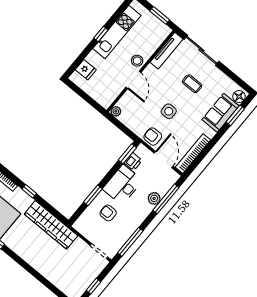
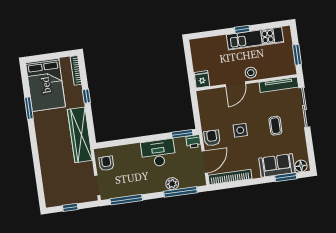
fridge: (86, 70) -> (202, 79), moved, turned 180
plant: (116, 111) -> (202, 95), removed
printer: (133, 162) -> (193, 141), moved
window: (93, 195) -> (130, 141), removed
armchair: (108, 213) -> (106, 163), moved

